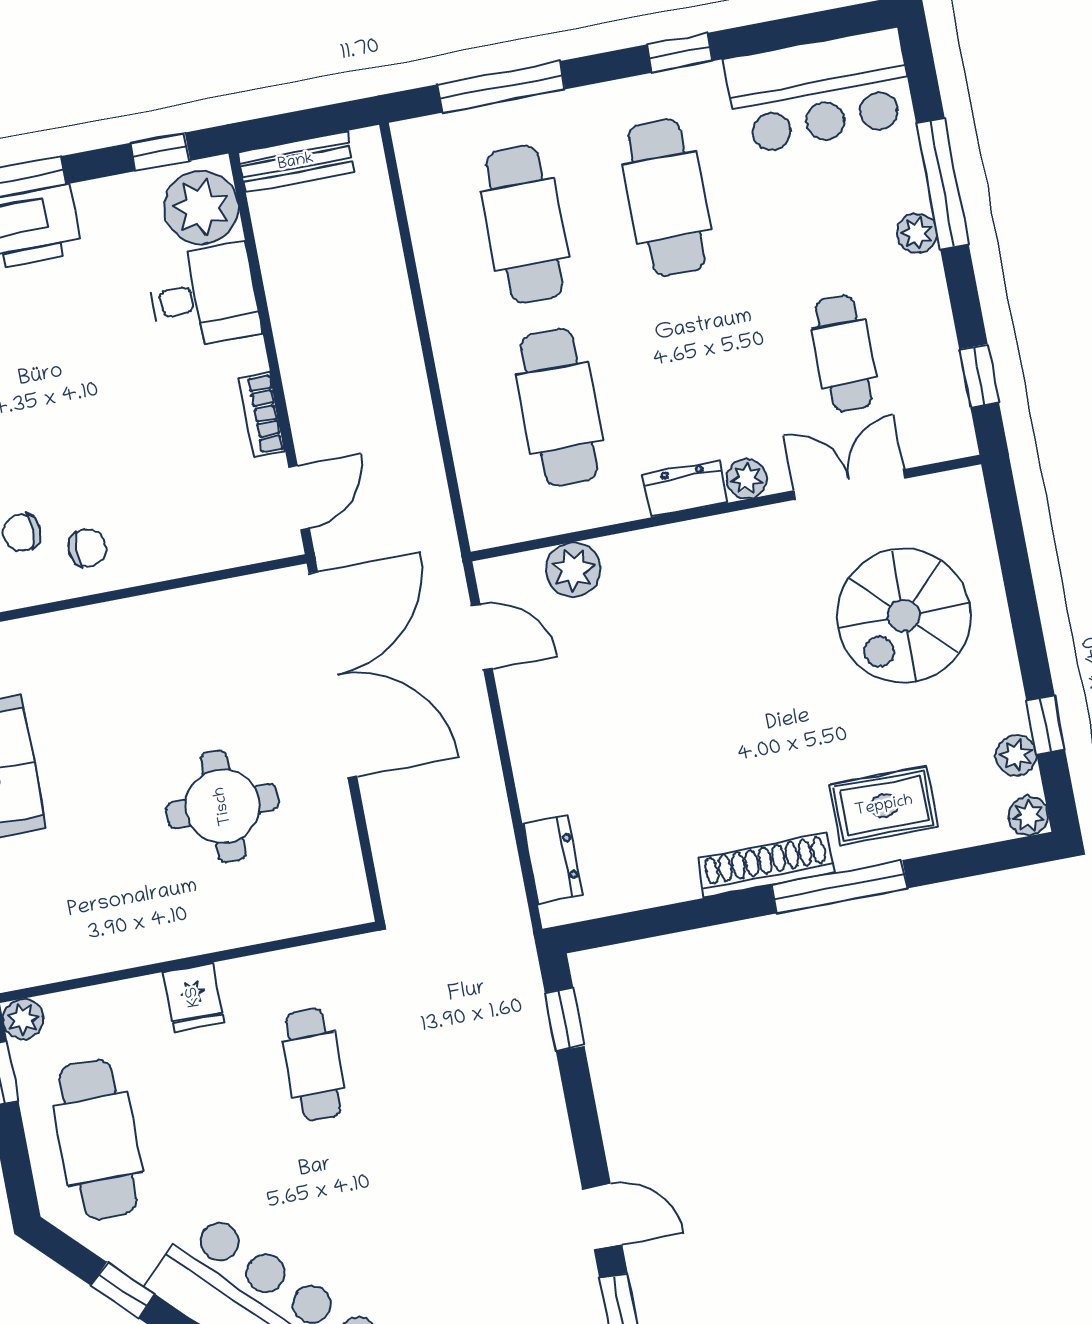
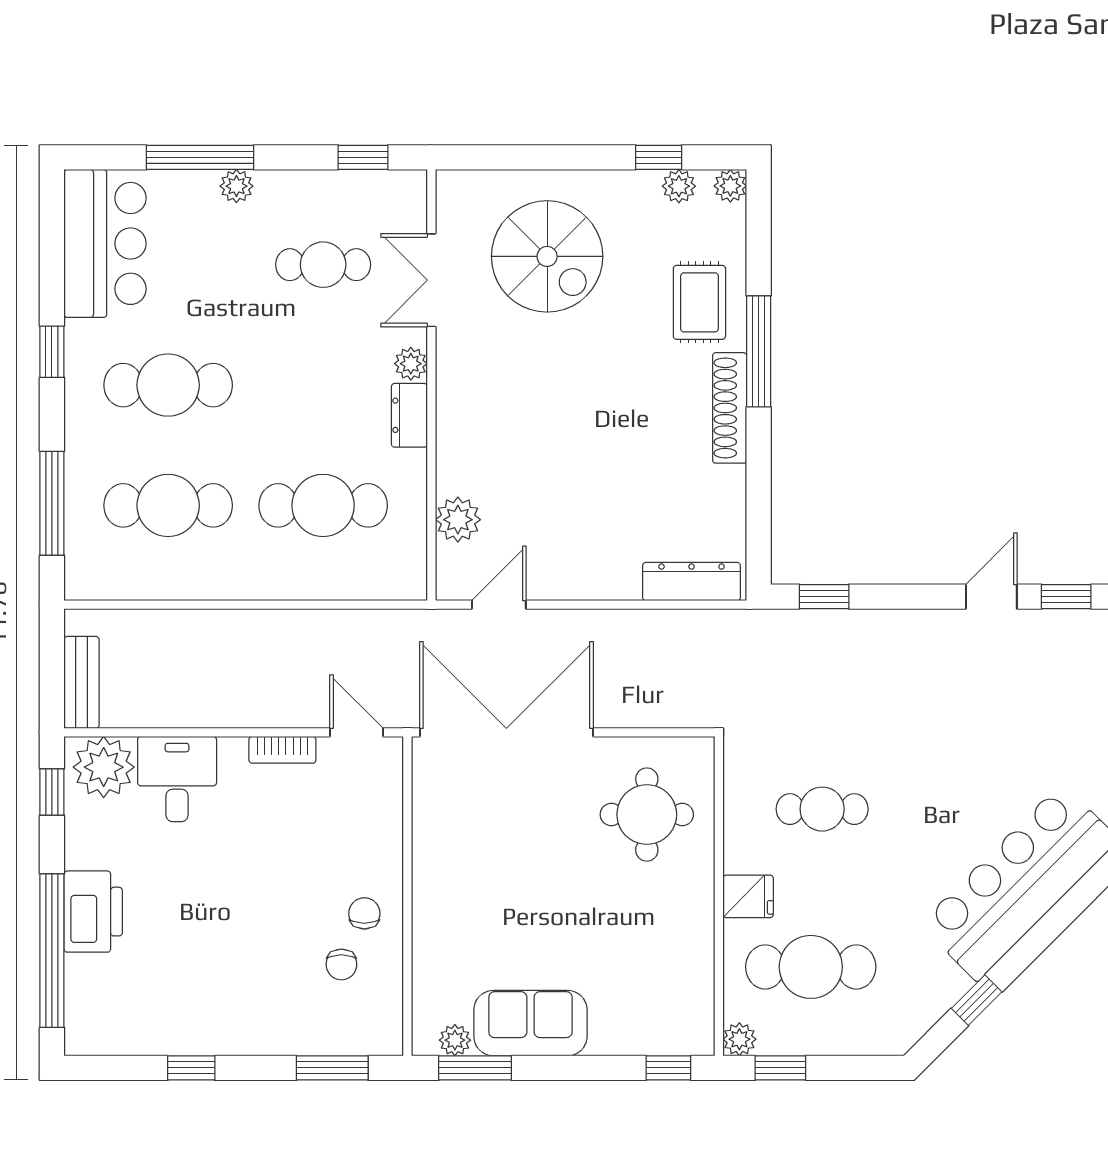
round table: (223, 806) -> (647, 815), moved
dresser: (553, 859) -> (692, 582), width x1.44
cafe table: (98, 1139) -> (811, 967), moved

